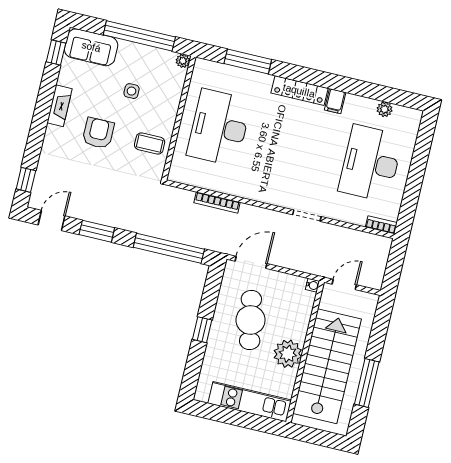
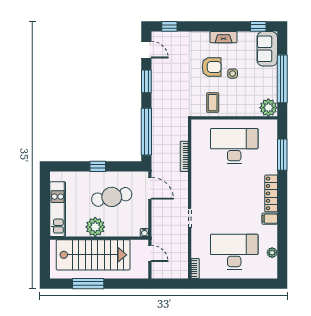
plant: (183, 61) -> (268, 108), width x1.88, depth x1.88
side table: (132, 91) -> (233, 74), moved

